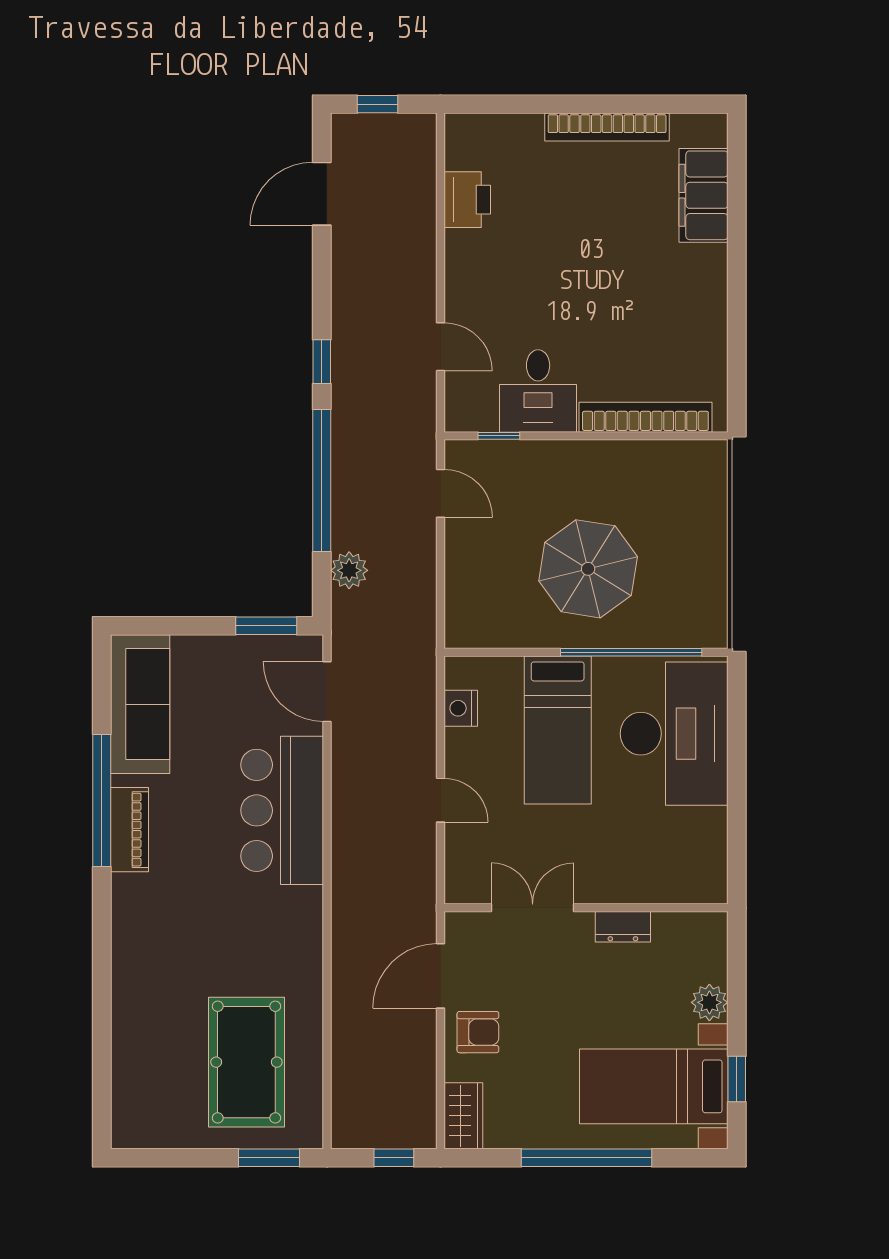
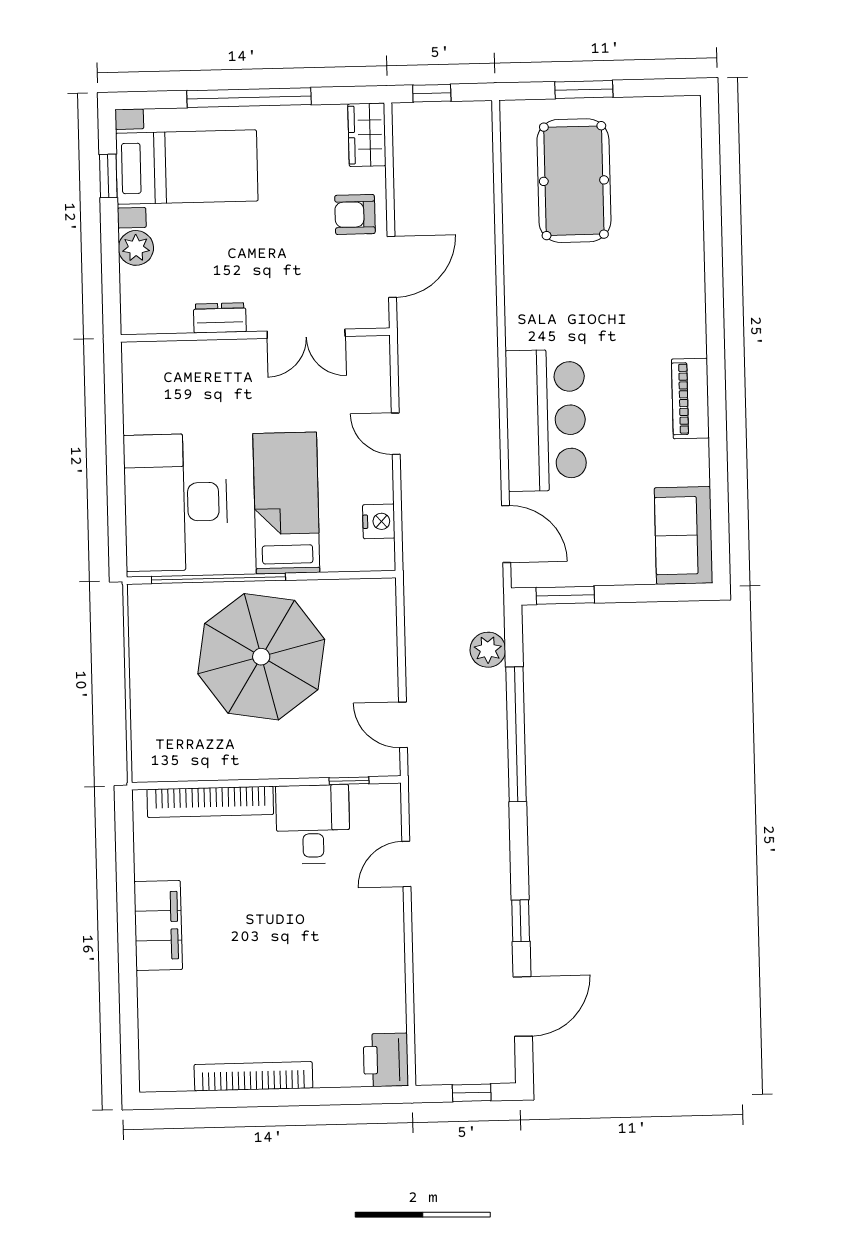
filing cabinet: (704, 195) -> (158, 926), moved
printer: (467, 200) -> (386, 1060), moved
door: (441, 347) -> (406, 864), hinge flipped
window: (322, 362) -> (521, 921), moved
parasol: (588, 569) -> (261, 657), width x1.36, depth x1.36
sofa: (140, 704) -> (684, 535), width x0.73
window: (102, 800) -> (717, 426), removed
window: (269, 1158) -> (584, 89), moved

